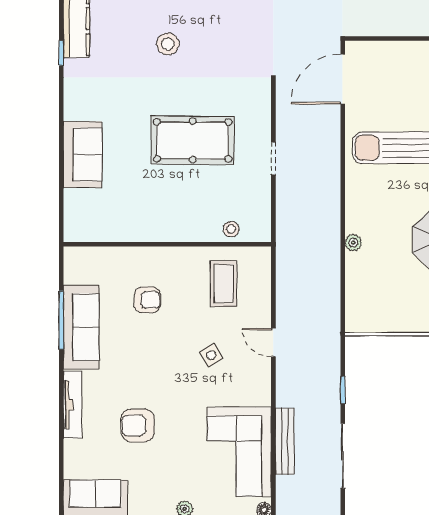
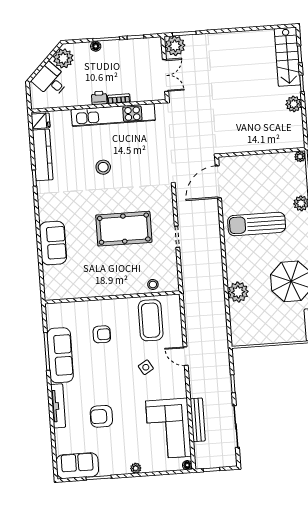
plant: (353, 243) -> (238, 292), width x1.88, depth x1.88
coffee table: (224, 284) -> (151, 320), width x1.36, depth x1.32

